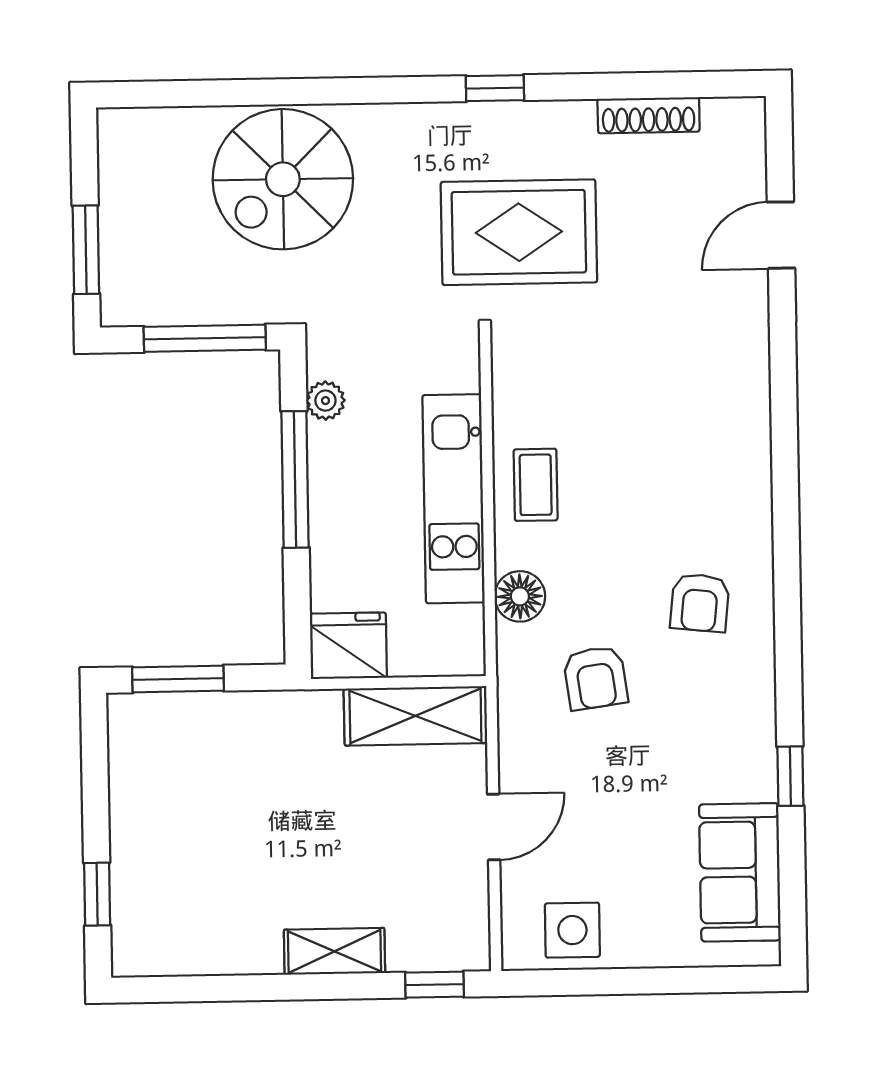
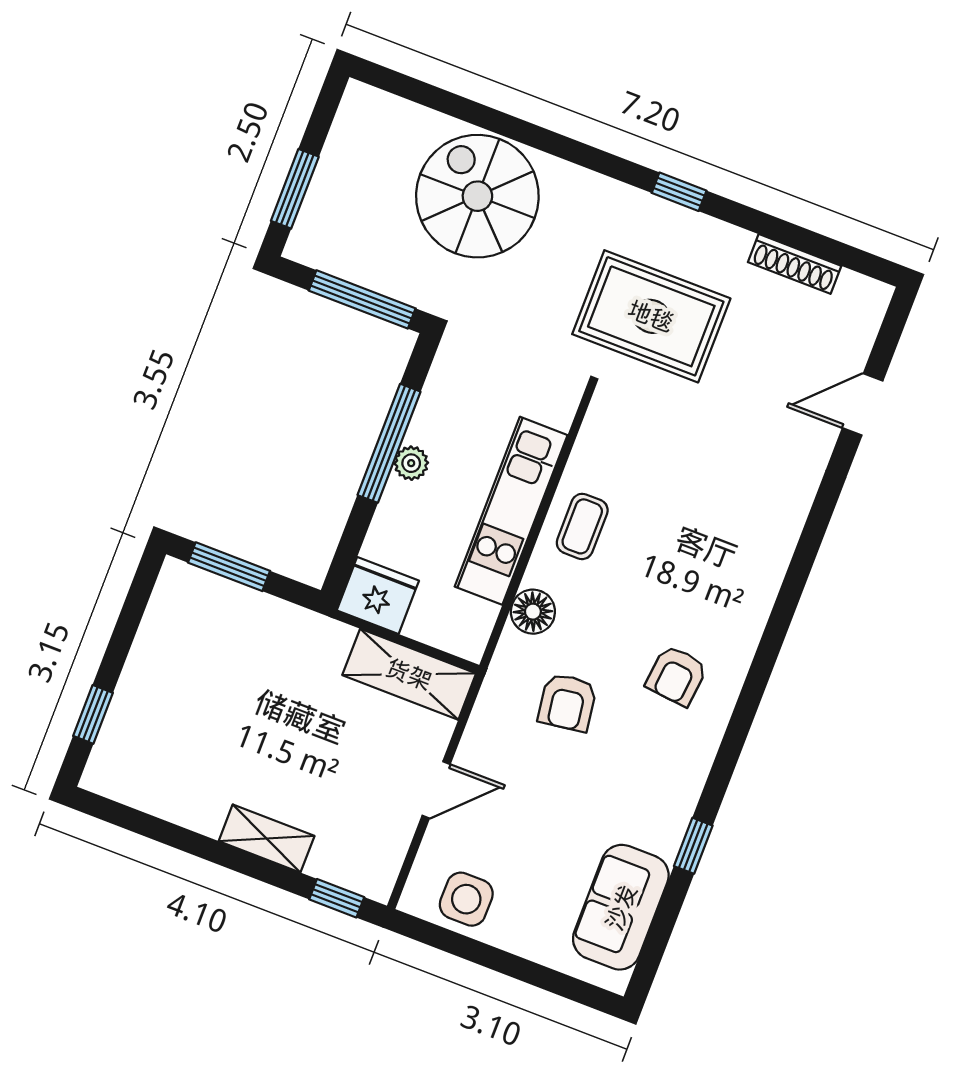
spiral stairs: (283, 179) -> (477, 196), turned 90
plant: (325, 401) -> (411, 463), moved

